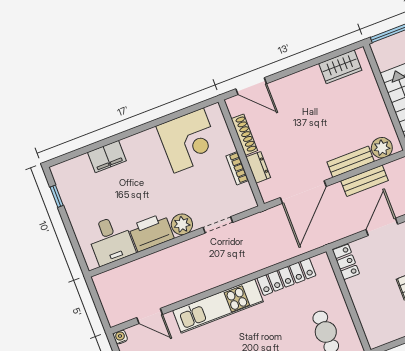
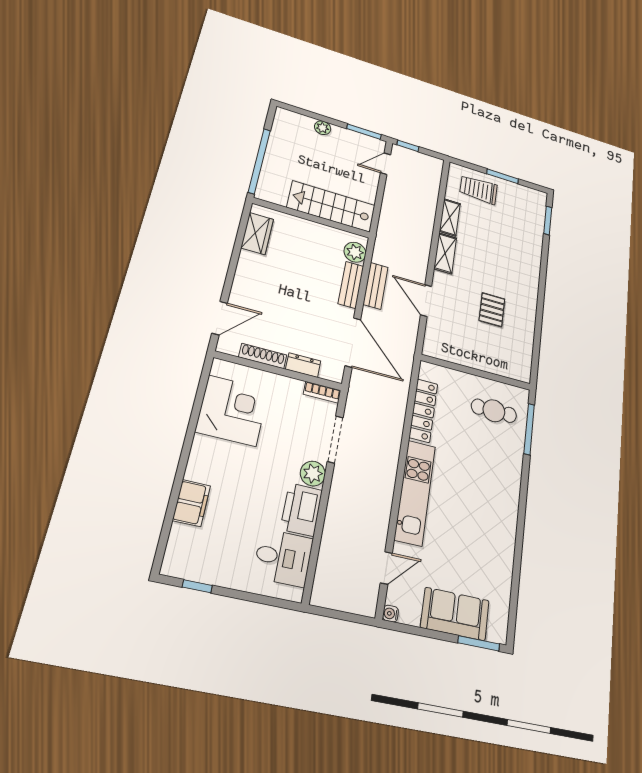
bookcase: (237, 168) -> (322, 392), moved
doorway: (218, 225) -> (335, 439), width x1.38
locker: (346, 262) -> (440, 351), removed

